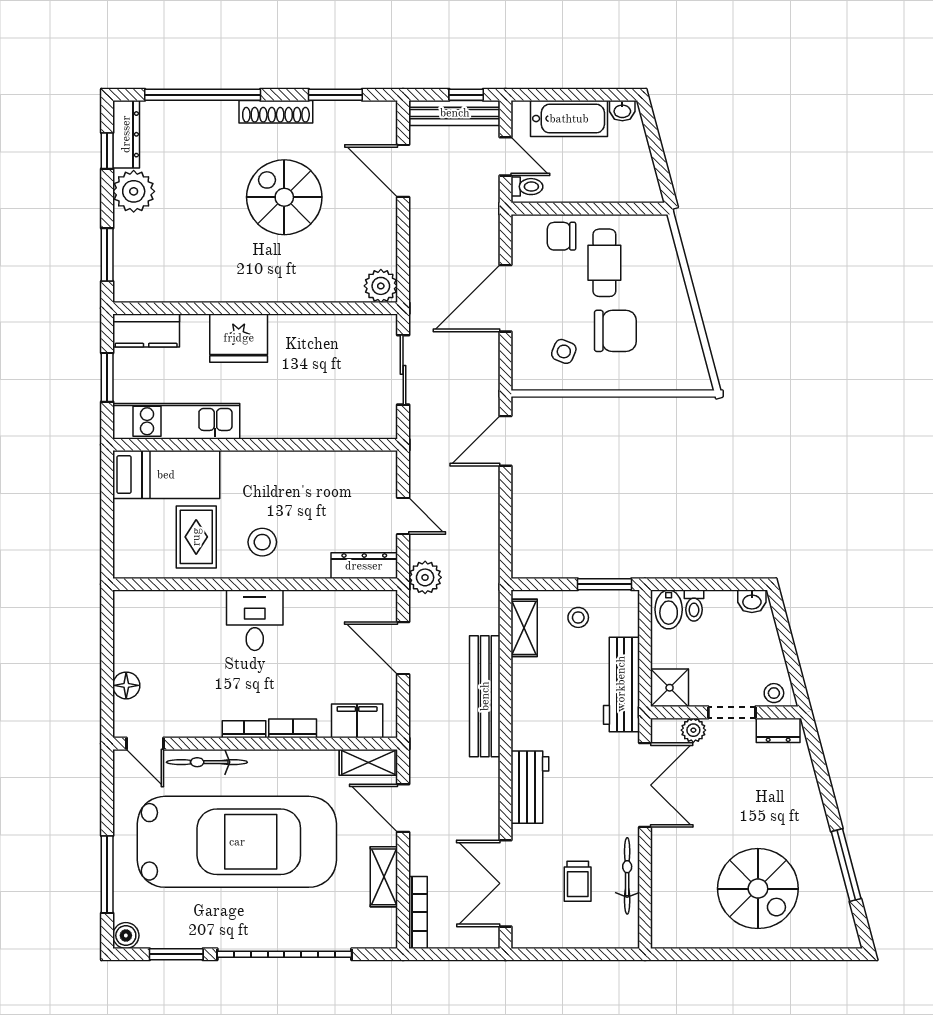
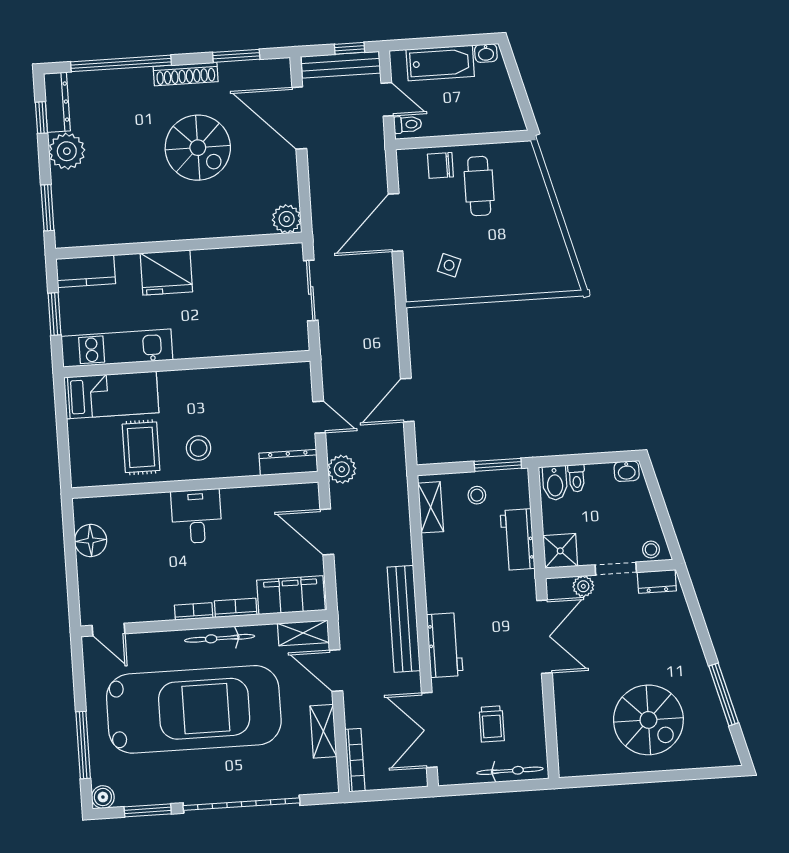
door: (403, 171) -> (299, 118), width x1.36
spiral stairs: (284, 197) -> (198, 148), turned 180
chair: (615, 331) -> (493, 244), removed
door: (506, 441) -> (407, 400), moved
workbench: (621, 684) -> (518, 540), width x0.73
floor lamp: (126, 685) -> (91, 541), moved, width x1.38, depth x1.38
bench: (485, 696) -> (404, 619), moved
filing cabinet: (357, 721) -> (291, 595), width x1.50, depth x1.17
bicycle: (207, 762) -> (220, 638), moved
bicycle: (627, 876) -> (510, 771), moved, turned 90

